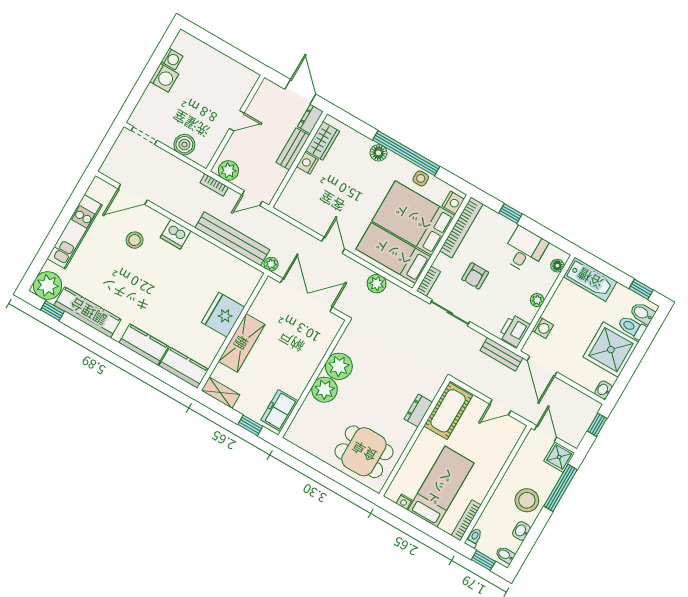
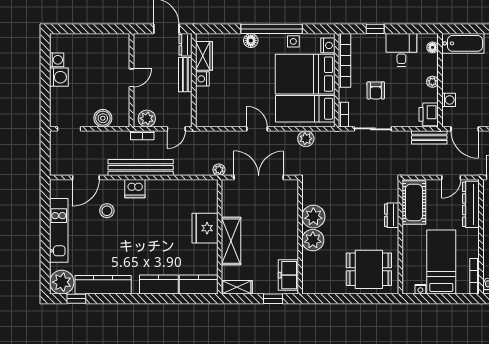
bench: (232, 239) -> (141, 168), moved
dresser: (504, 446) -> (471, 204), added

